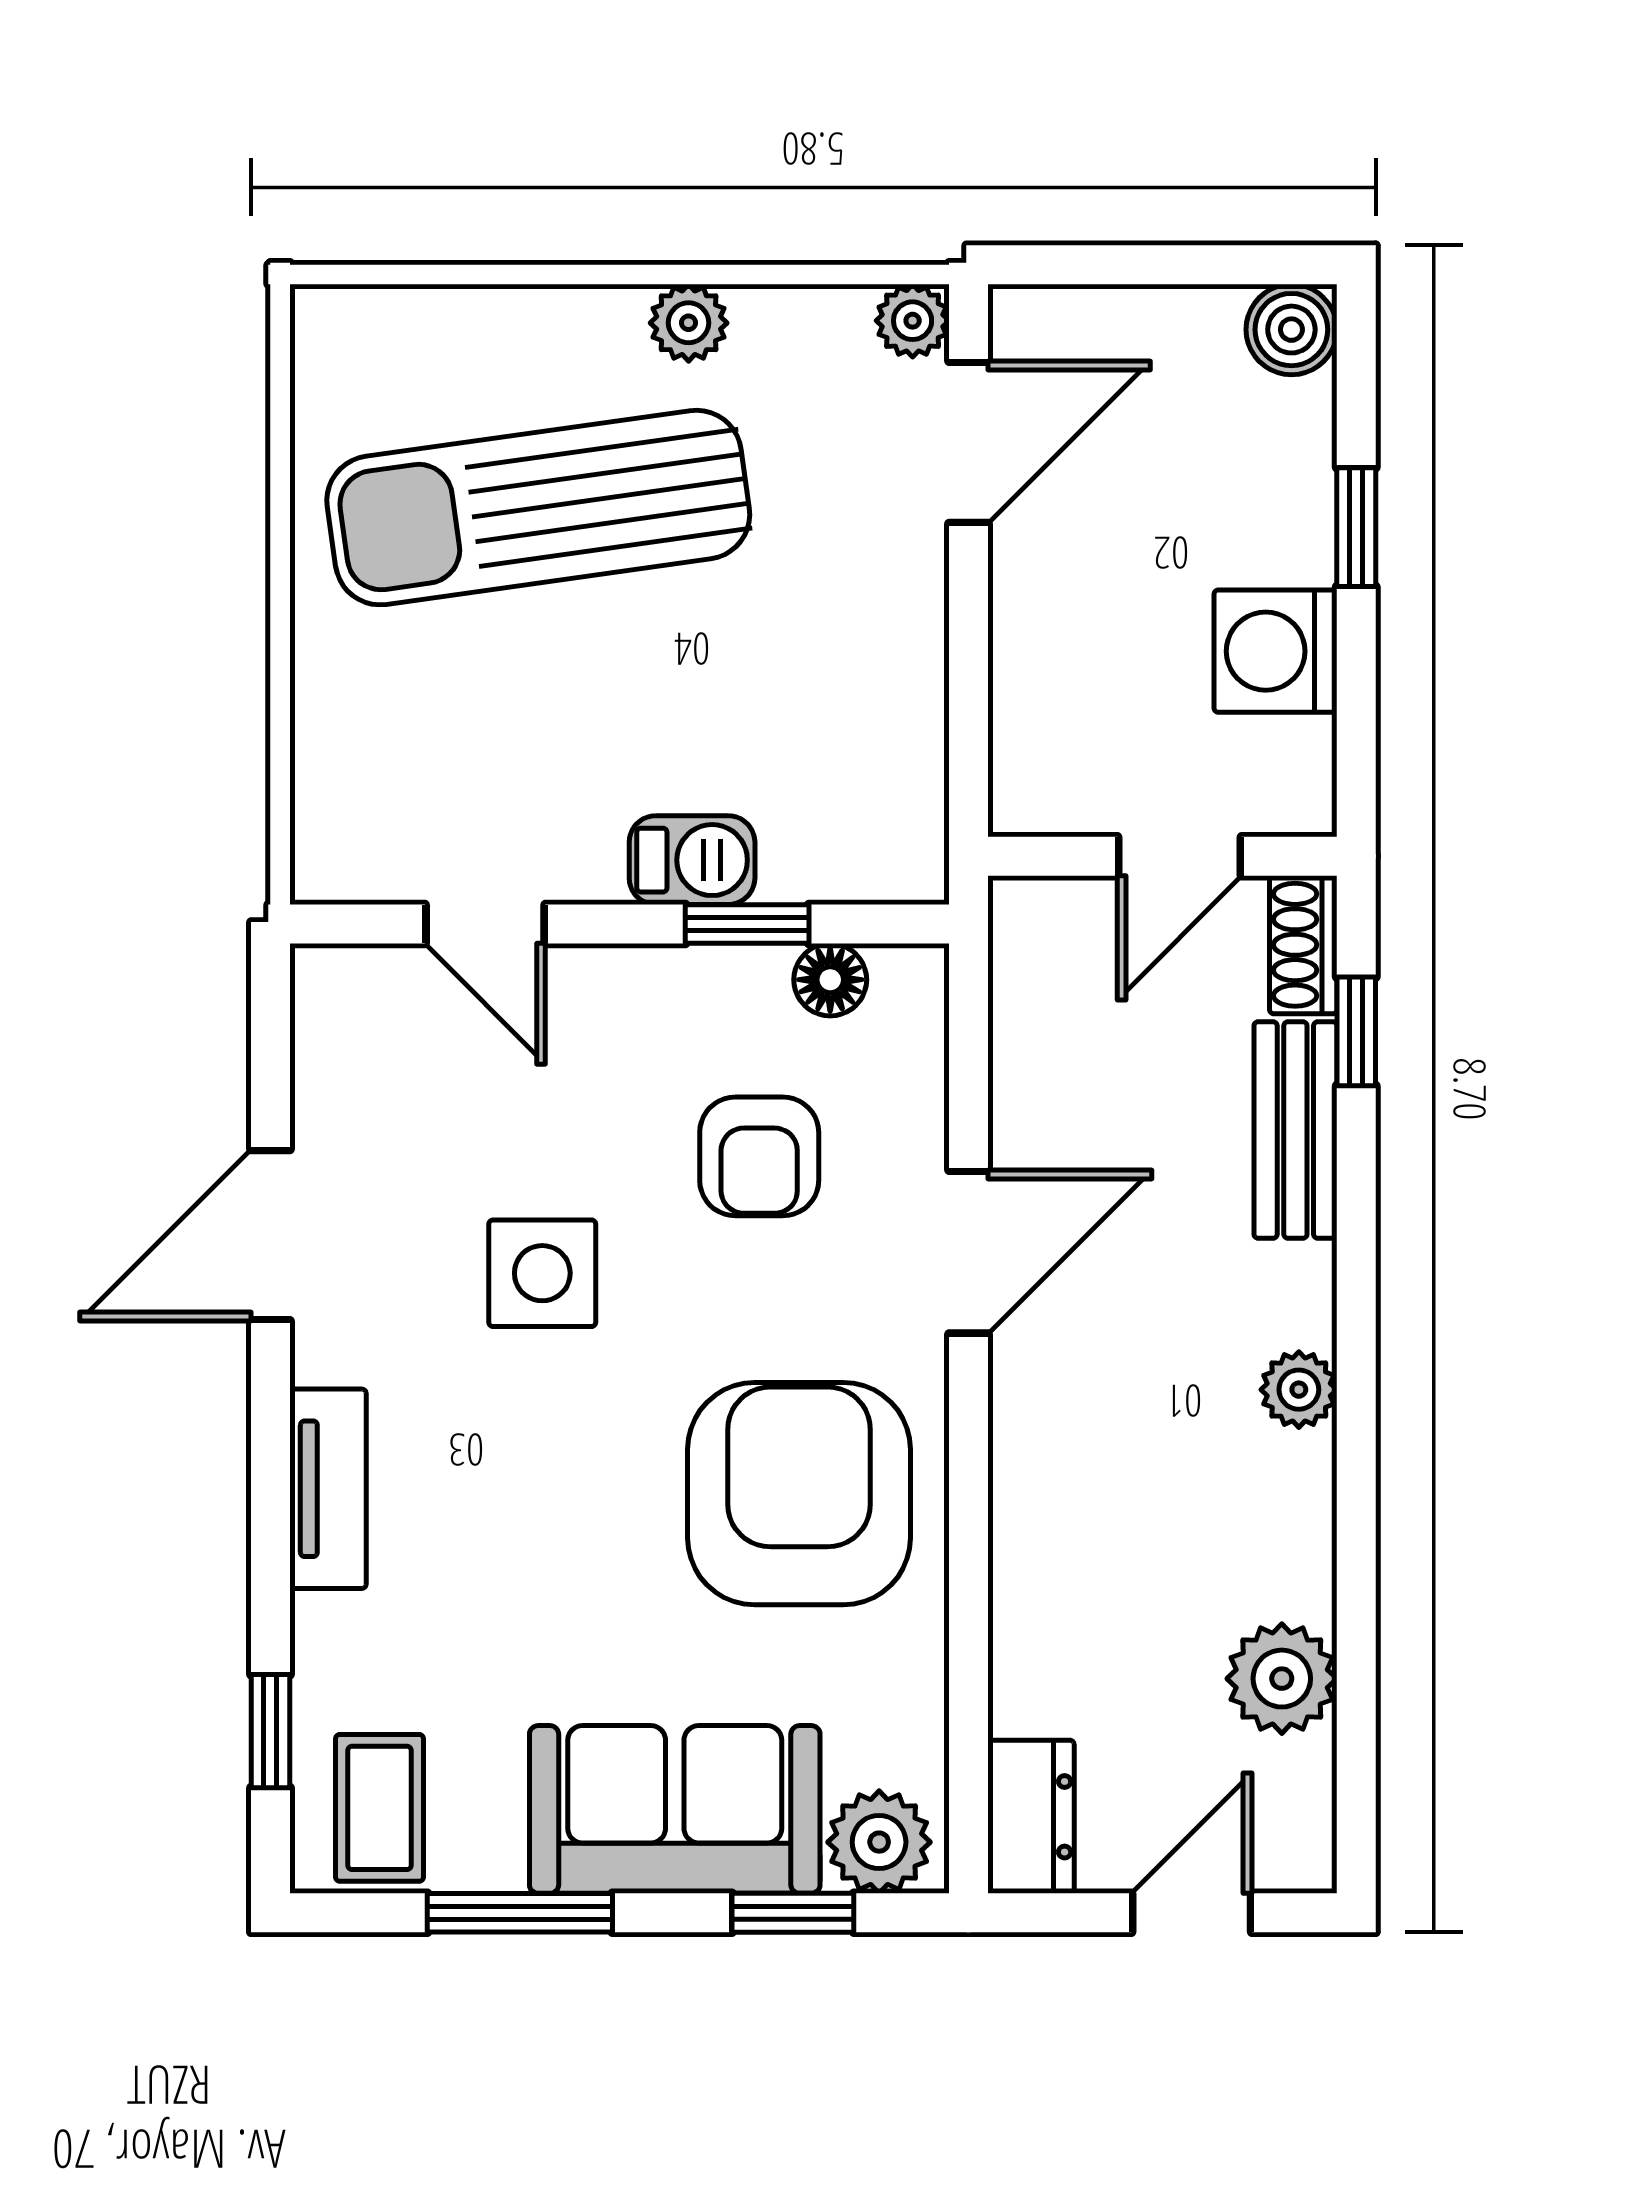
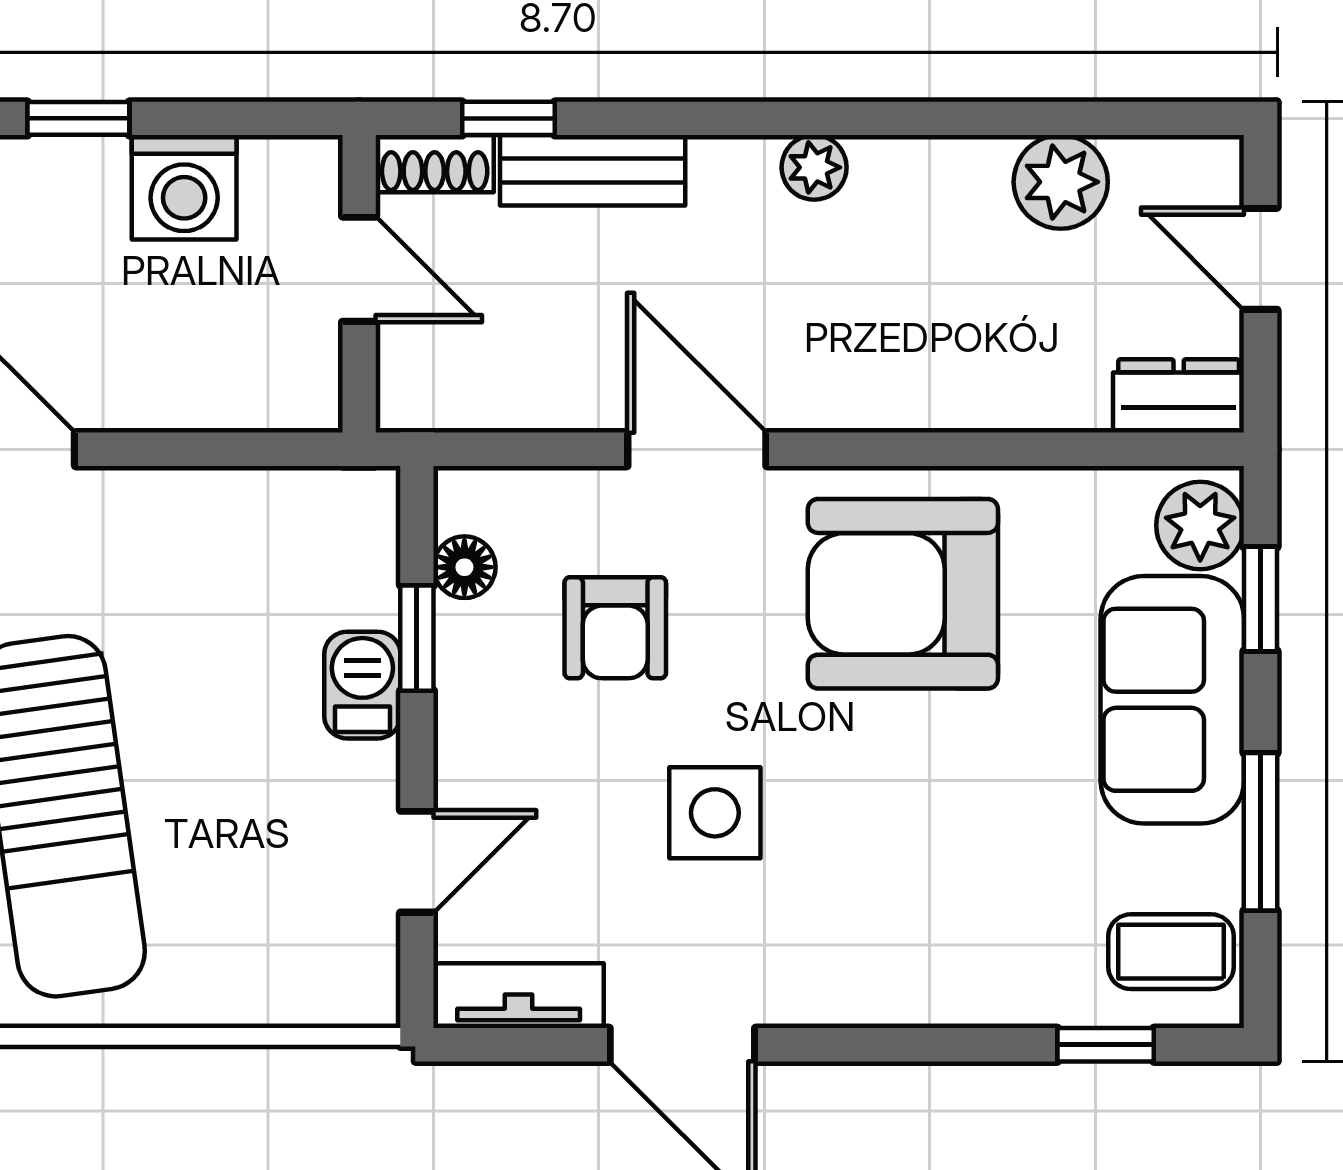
armchair: (759, 1156) -> (615, 628), turned 90
tv unit: (328, 1489) -> (519, 996), moved

